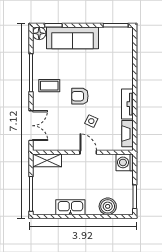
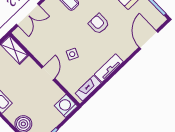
door: (135, 55) -> (149, 40), added
armchair: (80, 96) -> (99, 24), moved

